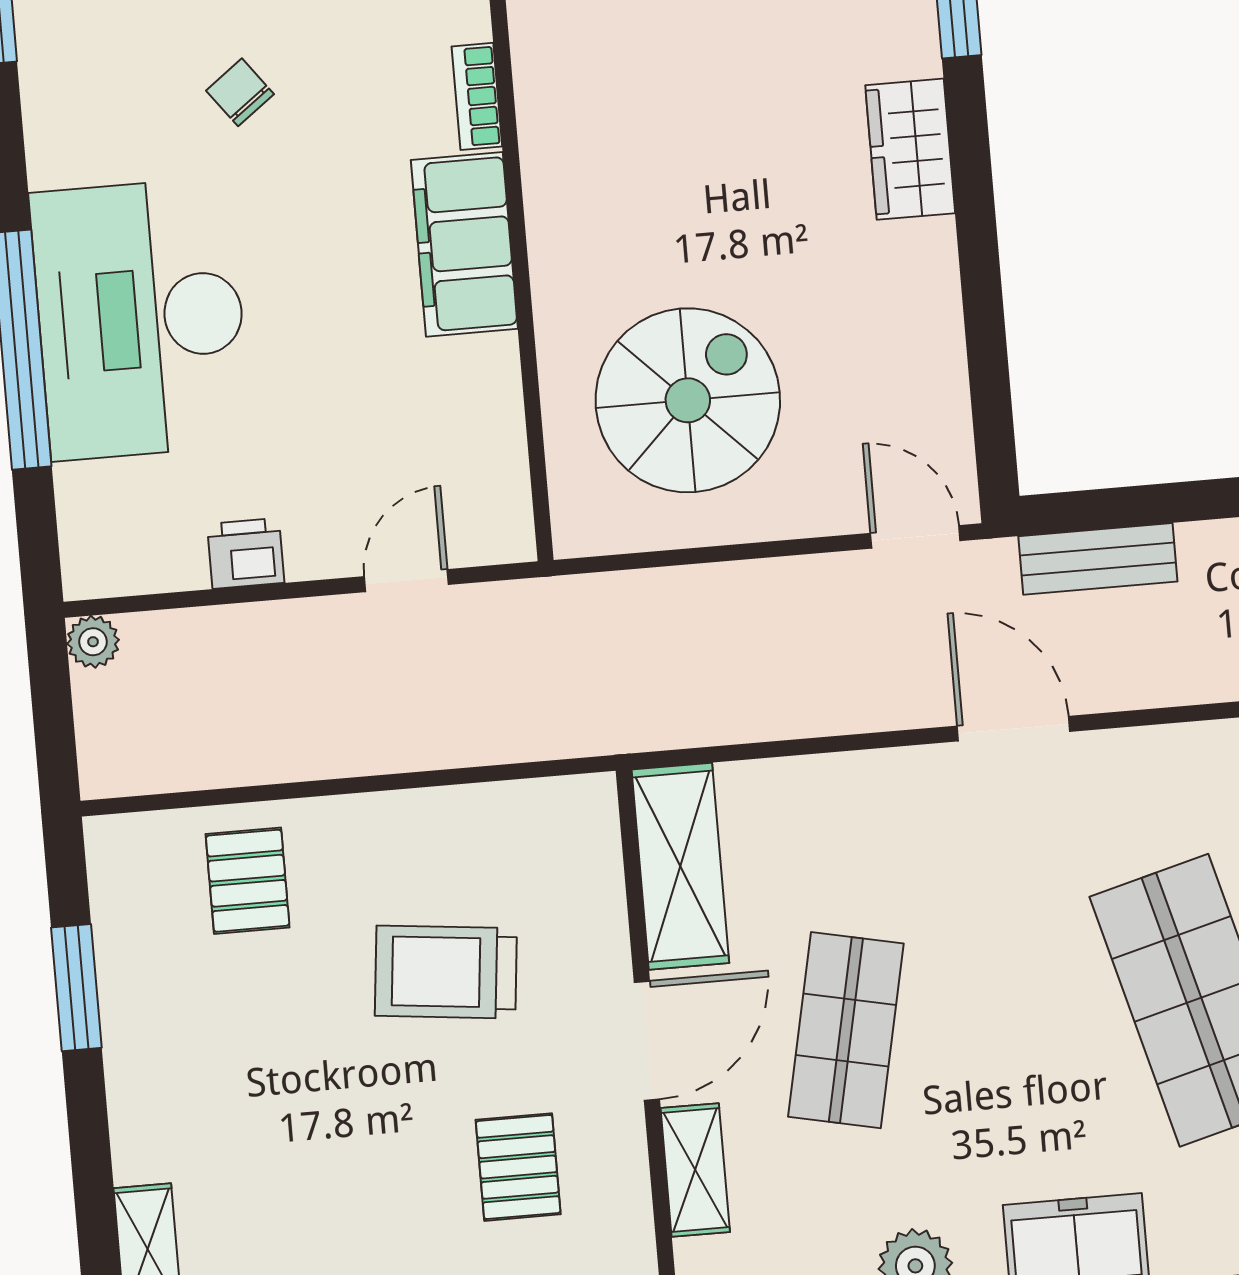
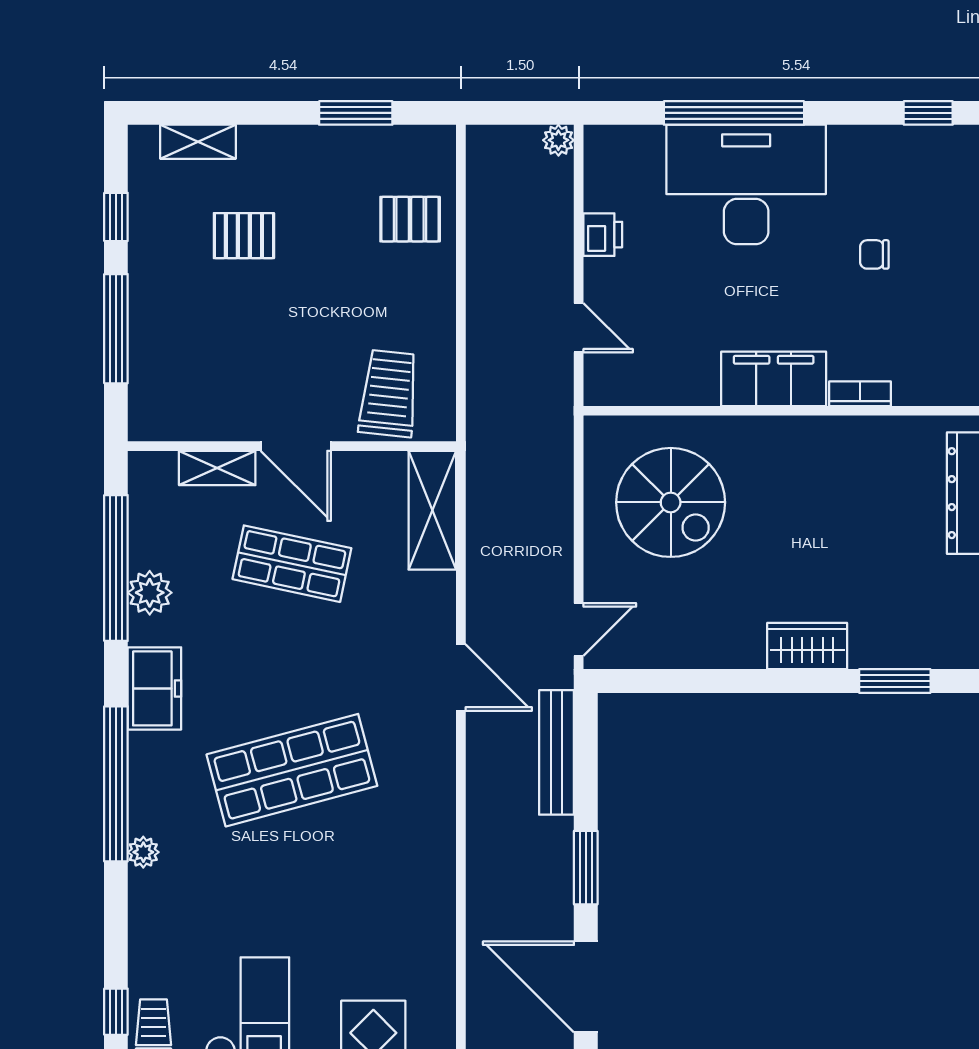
chair: (240, 92) -> (874, 254), turned -143
bench: (1098, 559) -> (557, 752), width x1.36
door: (1014, 729) -> (461, 678), hinge flipped
shelving: (680, 866) -> (432, 510), moved, turned 90
trolley: (446, 972) -> (389, 394), moved
pallet: (518, 1167) -> (244, 236), moved

